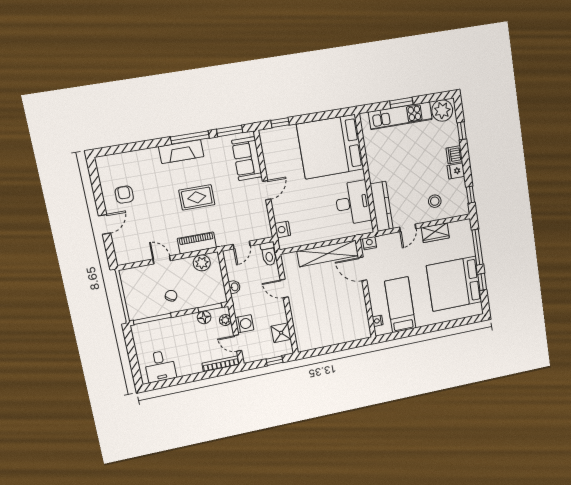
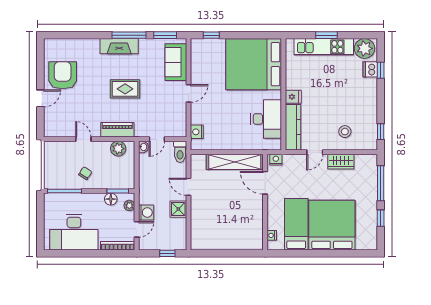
dishwasher: (454, 155) -> (370, 69), moved
fridge: (456, 171) -> (293, 97), moved, turned 180
armchair: (124, 195) -> (63, 75), width x1.88, depth x1.88
bed: (454, 284) -> (332, 225), moved, turned 90
washbasin: (234, 287) -> (143, 147), moved
shower: (281, 333) -> (178, 209), moved
door: (238, 343) -> (137, 229), swing flipped
desk: (160, 366) -> (74, 232), width x1.87, depth x1.30

